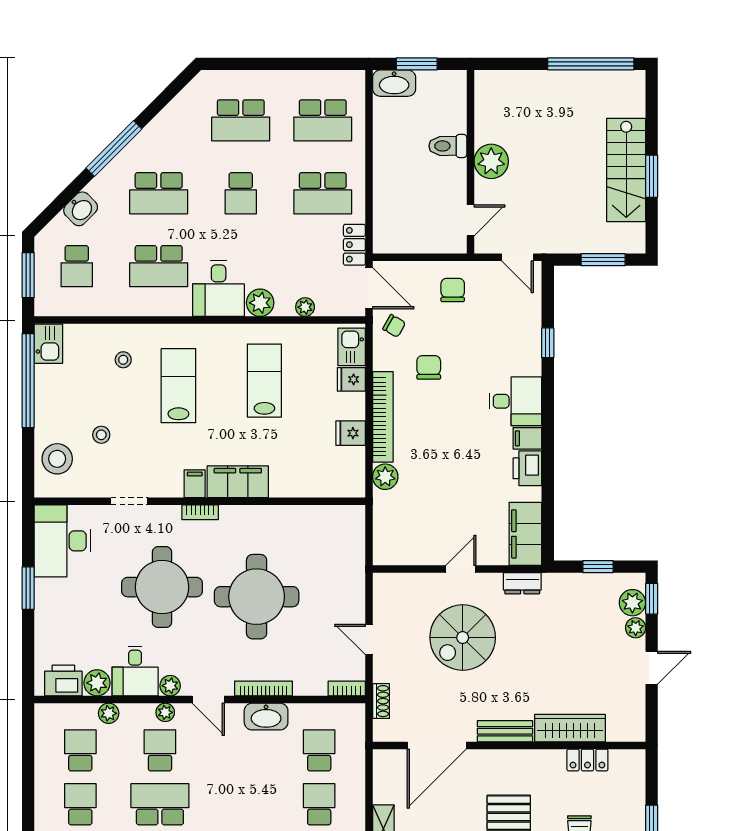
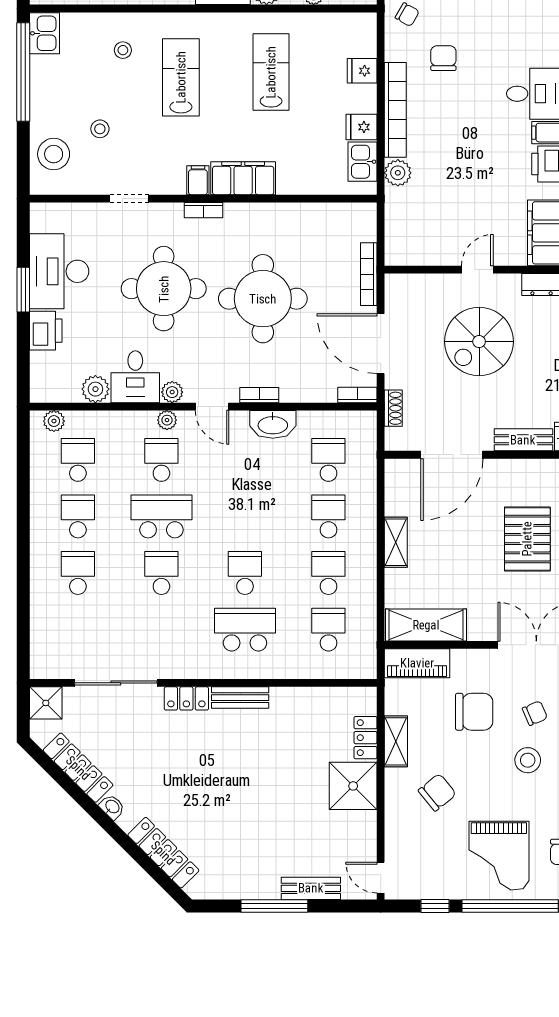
kitchen sink: (352, 347) -> (363, 162), moved
desk: (62, 541) -> (59, 271), moved
bookcase: (358, 573) -> (369, 274), added
door: (369, 640) -> (381, 344), width x1.88
printer: (63, 680) -> (46, 331), moved, turned 90
bookcase: (264, 688) -> (259, 395), width x0.64
plant: (109, 713) -> (54, 421), moved

